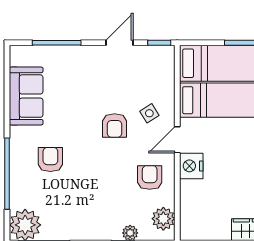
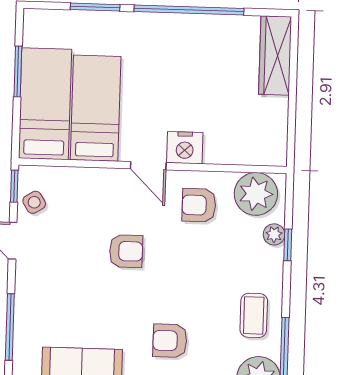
side table: (149, 113) -> (34, 202), moved
plant: (163, 219) -> (256, 194), width x1.36, depth x1.36
coffee table: (71, 220) -> (254, 315), added

